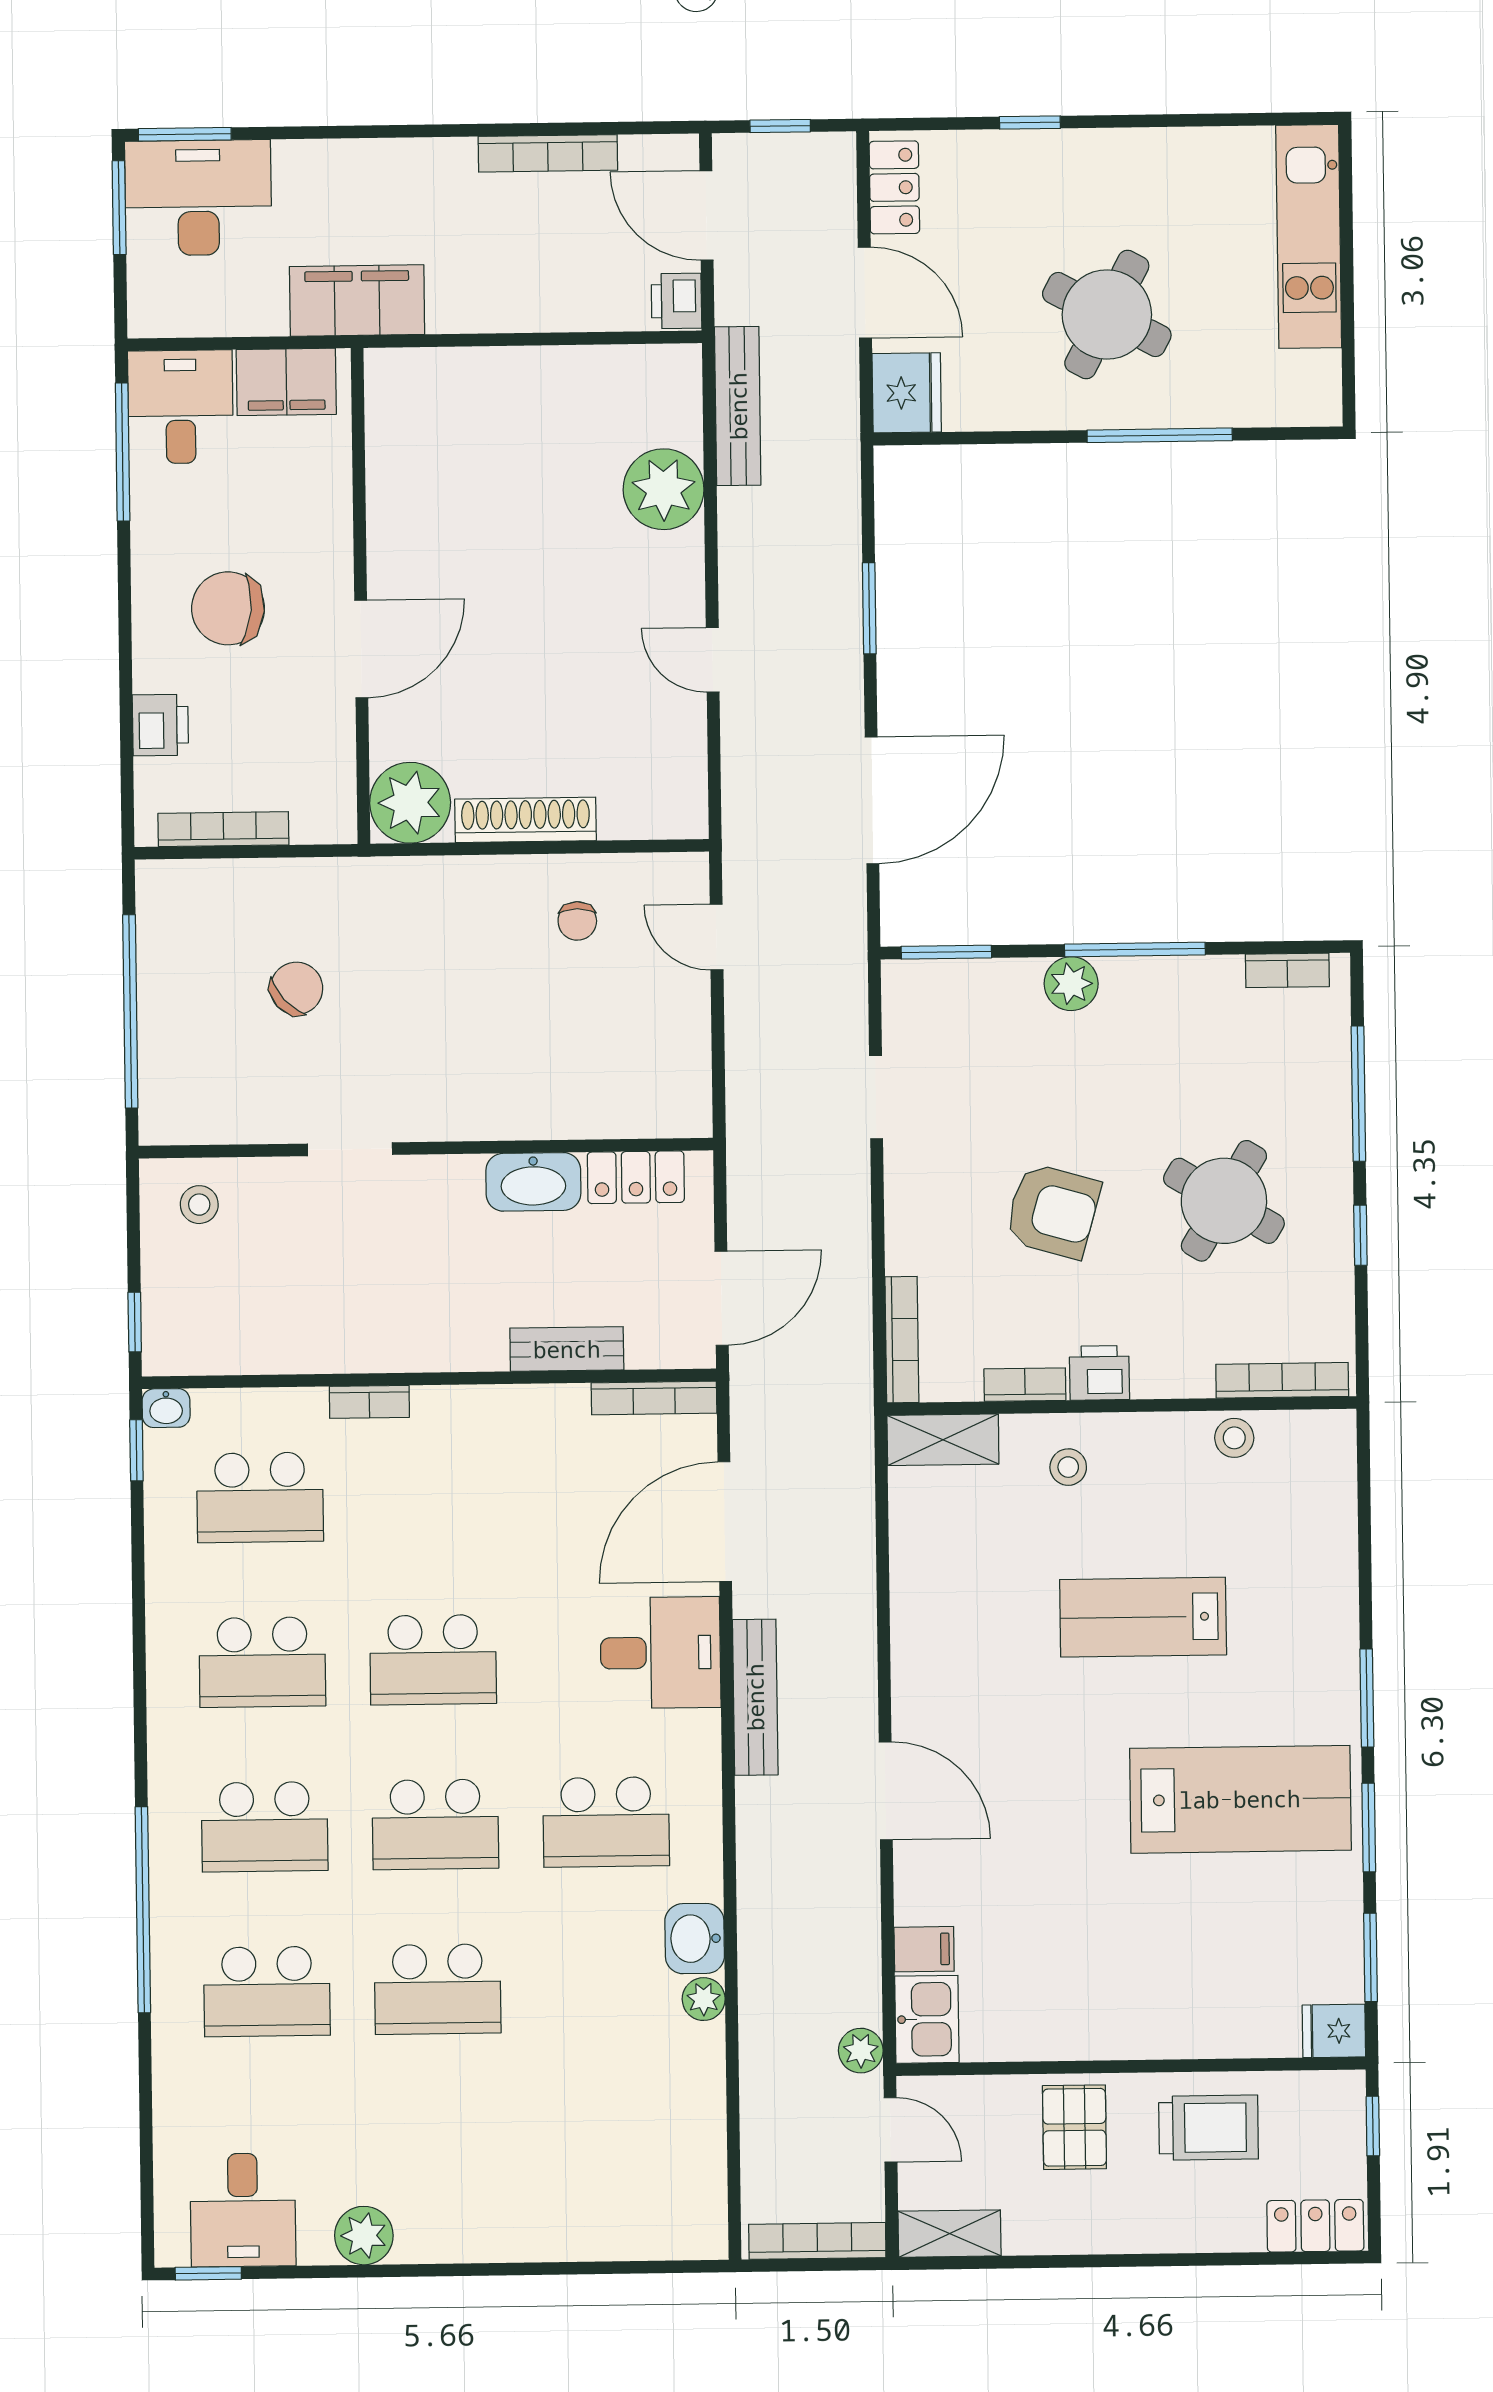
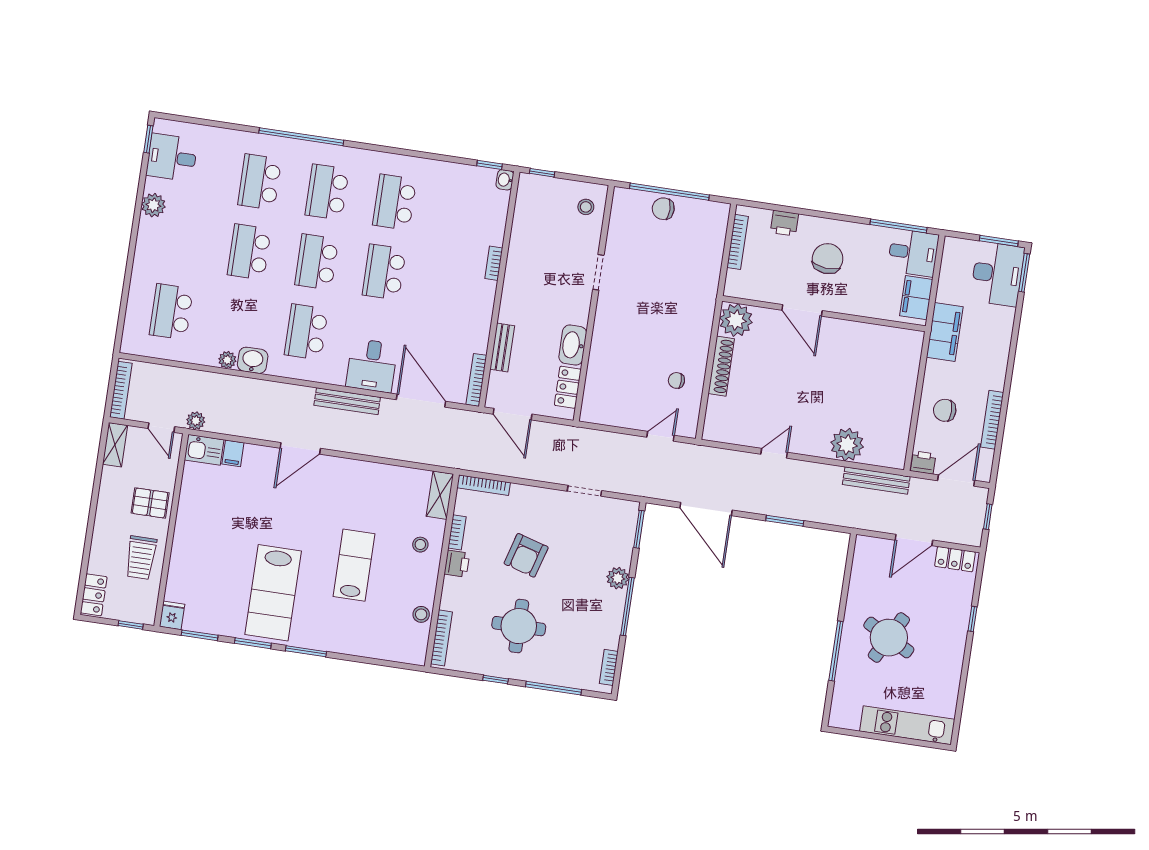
chair: (544, 270) -> (945, 410), added
fridge: (907, 393) -> (870, 550), removed
chair: (296, 988) -> (663, 209), moved, turned 132
round table: (1224, 1201) -> (519, 626), turned -31
school desk: (260, 1497) -> (171, 312), moved
door: (891, 2130) -> (161, 428), hinge flipped

